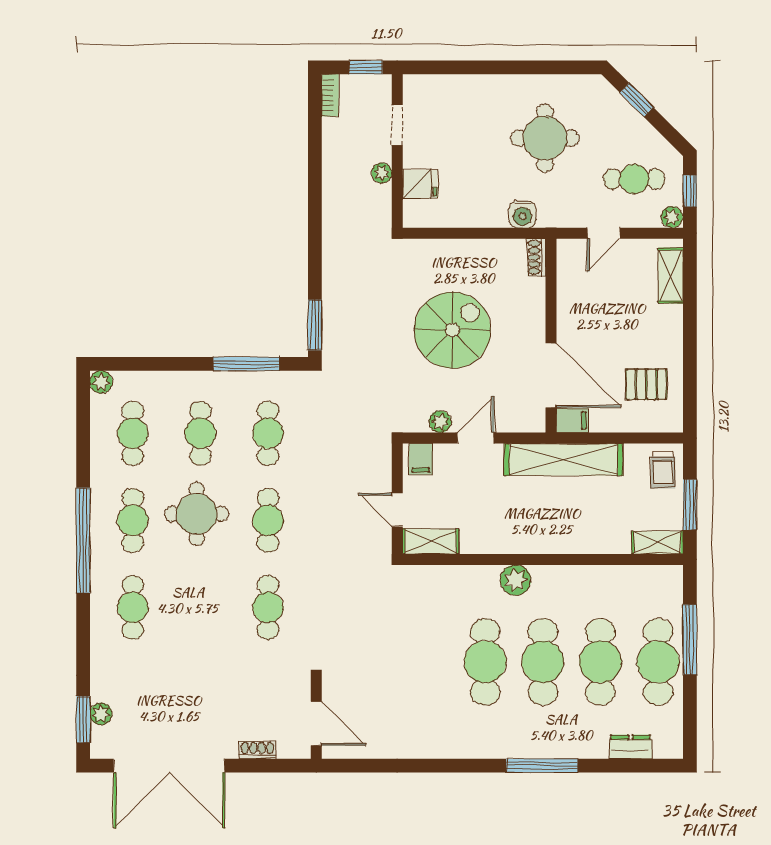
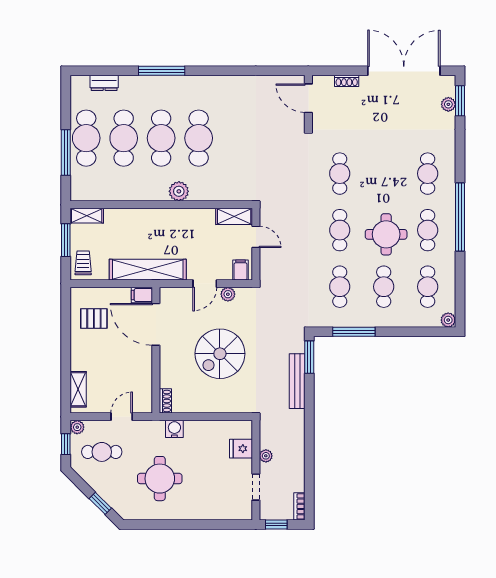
bench: (334, 288) -> (297, 381), added

